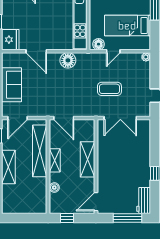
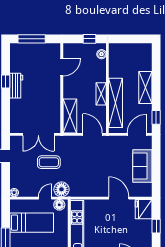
floor lamp: (68, 60) -> (61, 189), moved
double door: (120, 118) -> (38, 134), swing flipped
shelving: (87, 159) -> (70, 116), moved
boiler: (54, 188) -> (102, 54), moved
workbench: (144, 200) -> (16, 86), moved
door: (96, 202) -> (62, 67), moved

